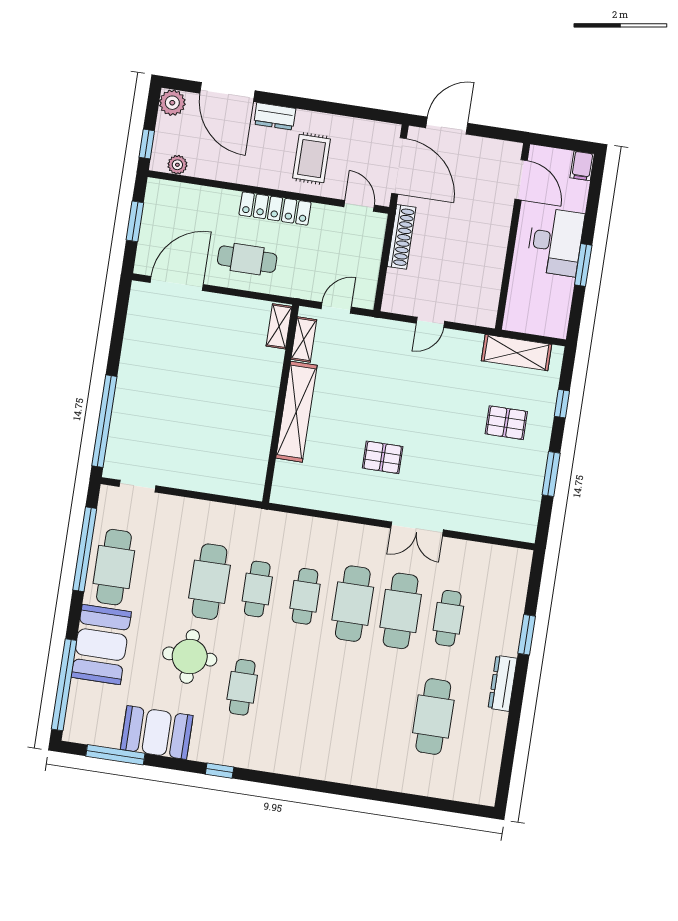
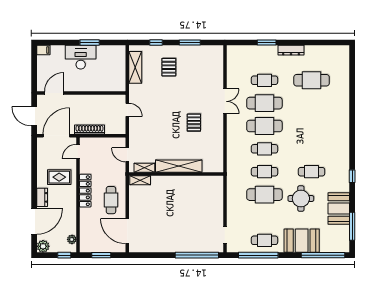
door: (521, 180) -> (54, 93), moved
wall: (512, 236) -> (81, 93), moved
cafe table: (114, 567) -> (264, 240), width x0.73, depth x0.74

